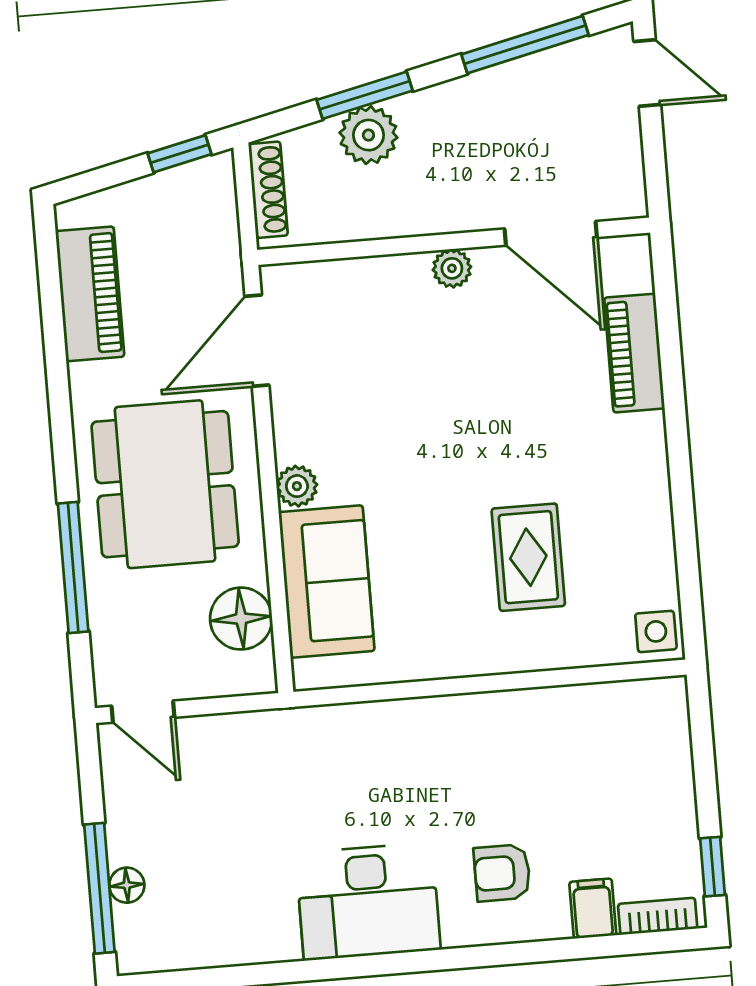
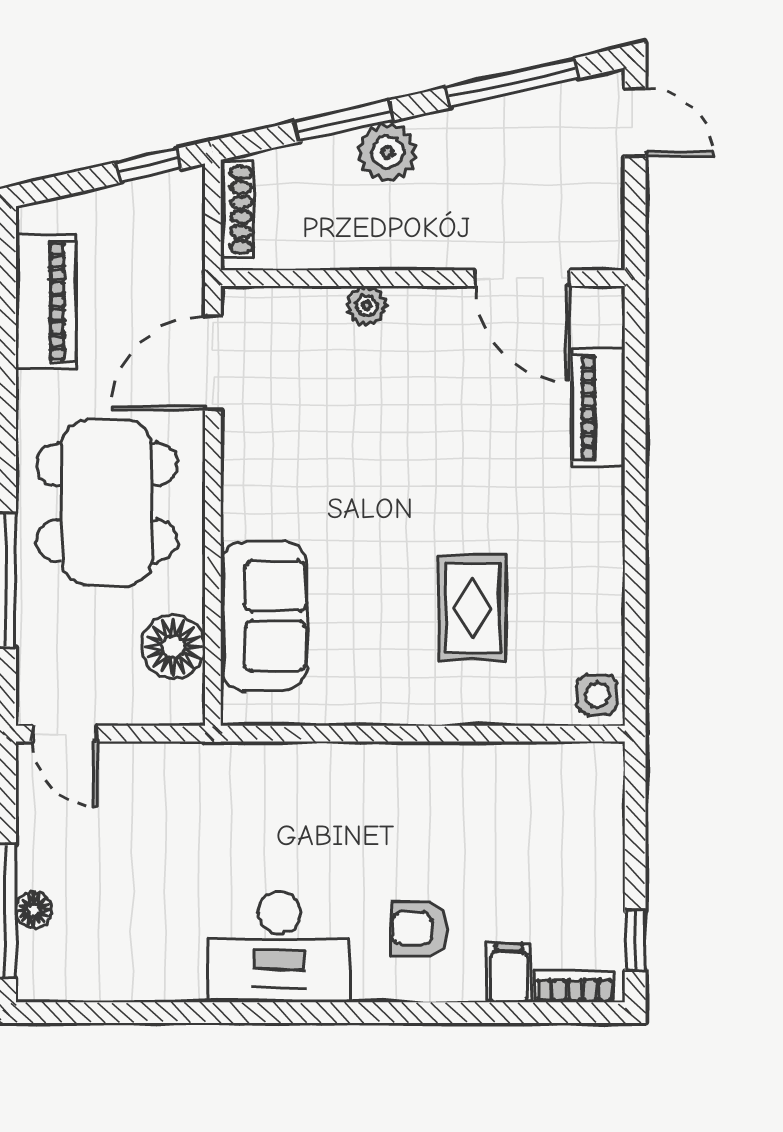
plant: (368, 135) -> (387, 152), moved
plant: (452, 268) -> (367, 306), moved
plant: (297, 486) -> (242, 516), removed

